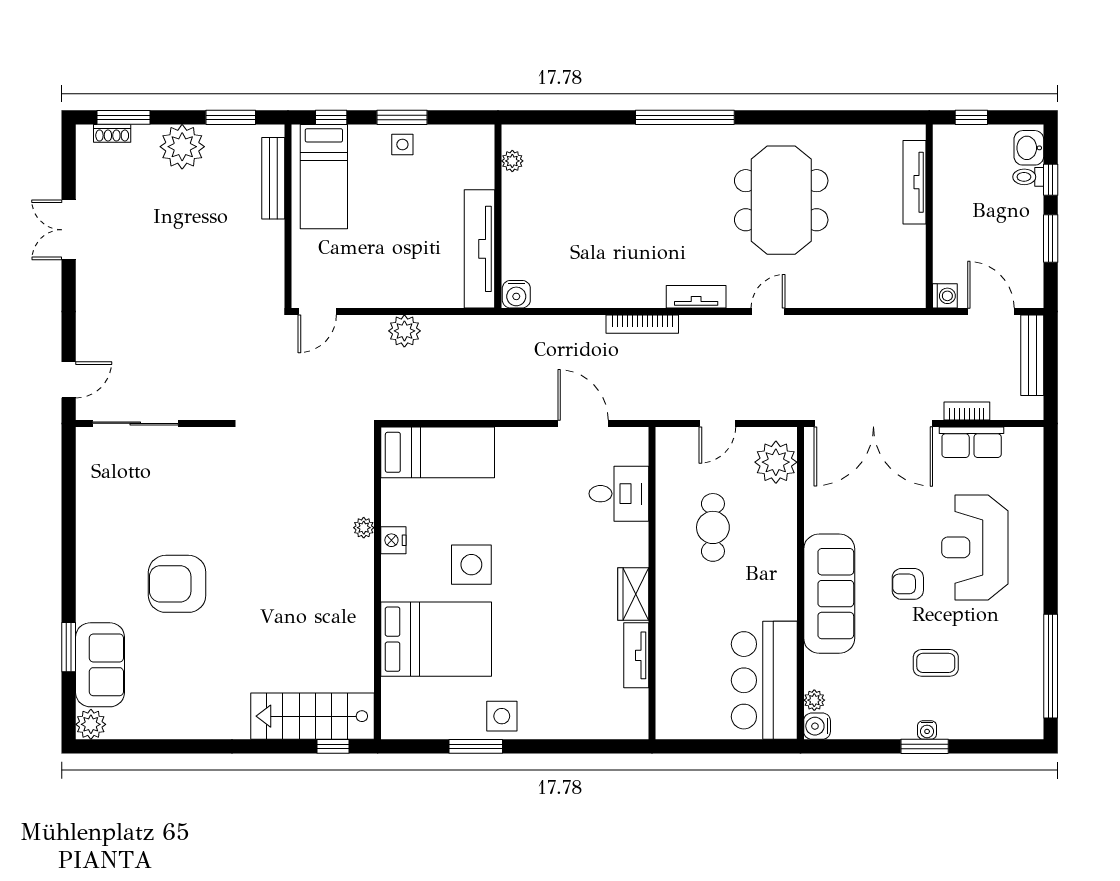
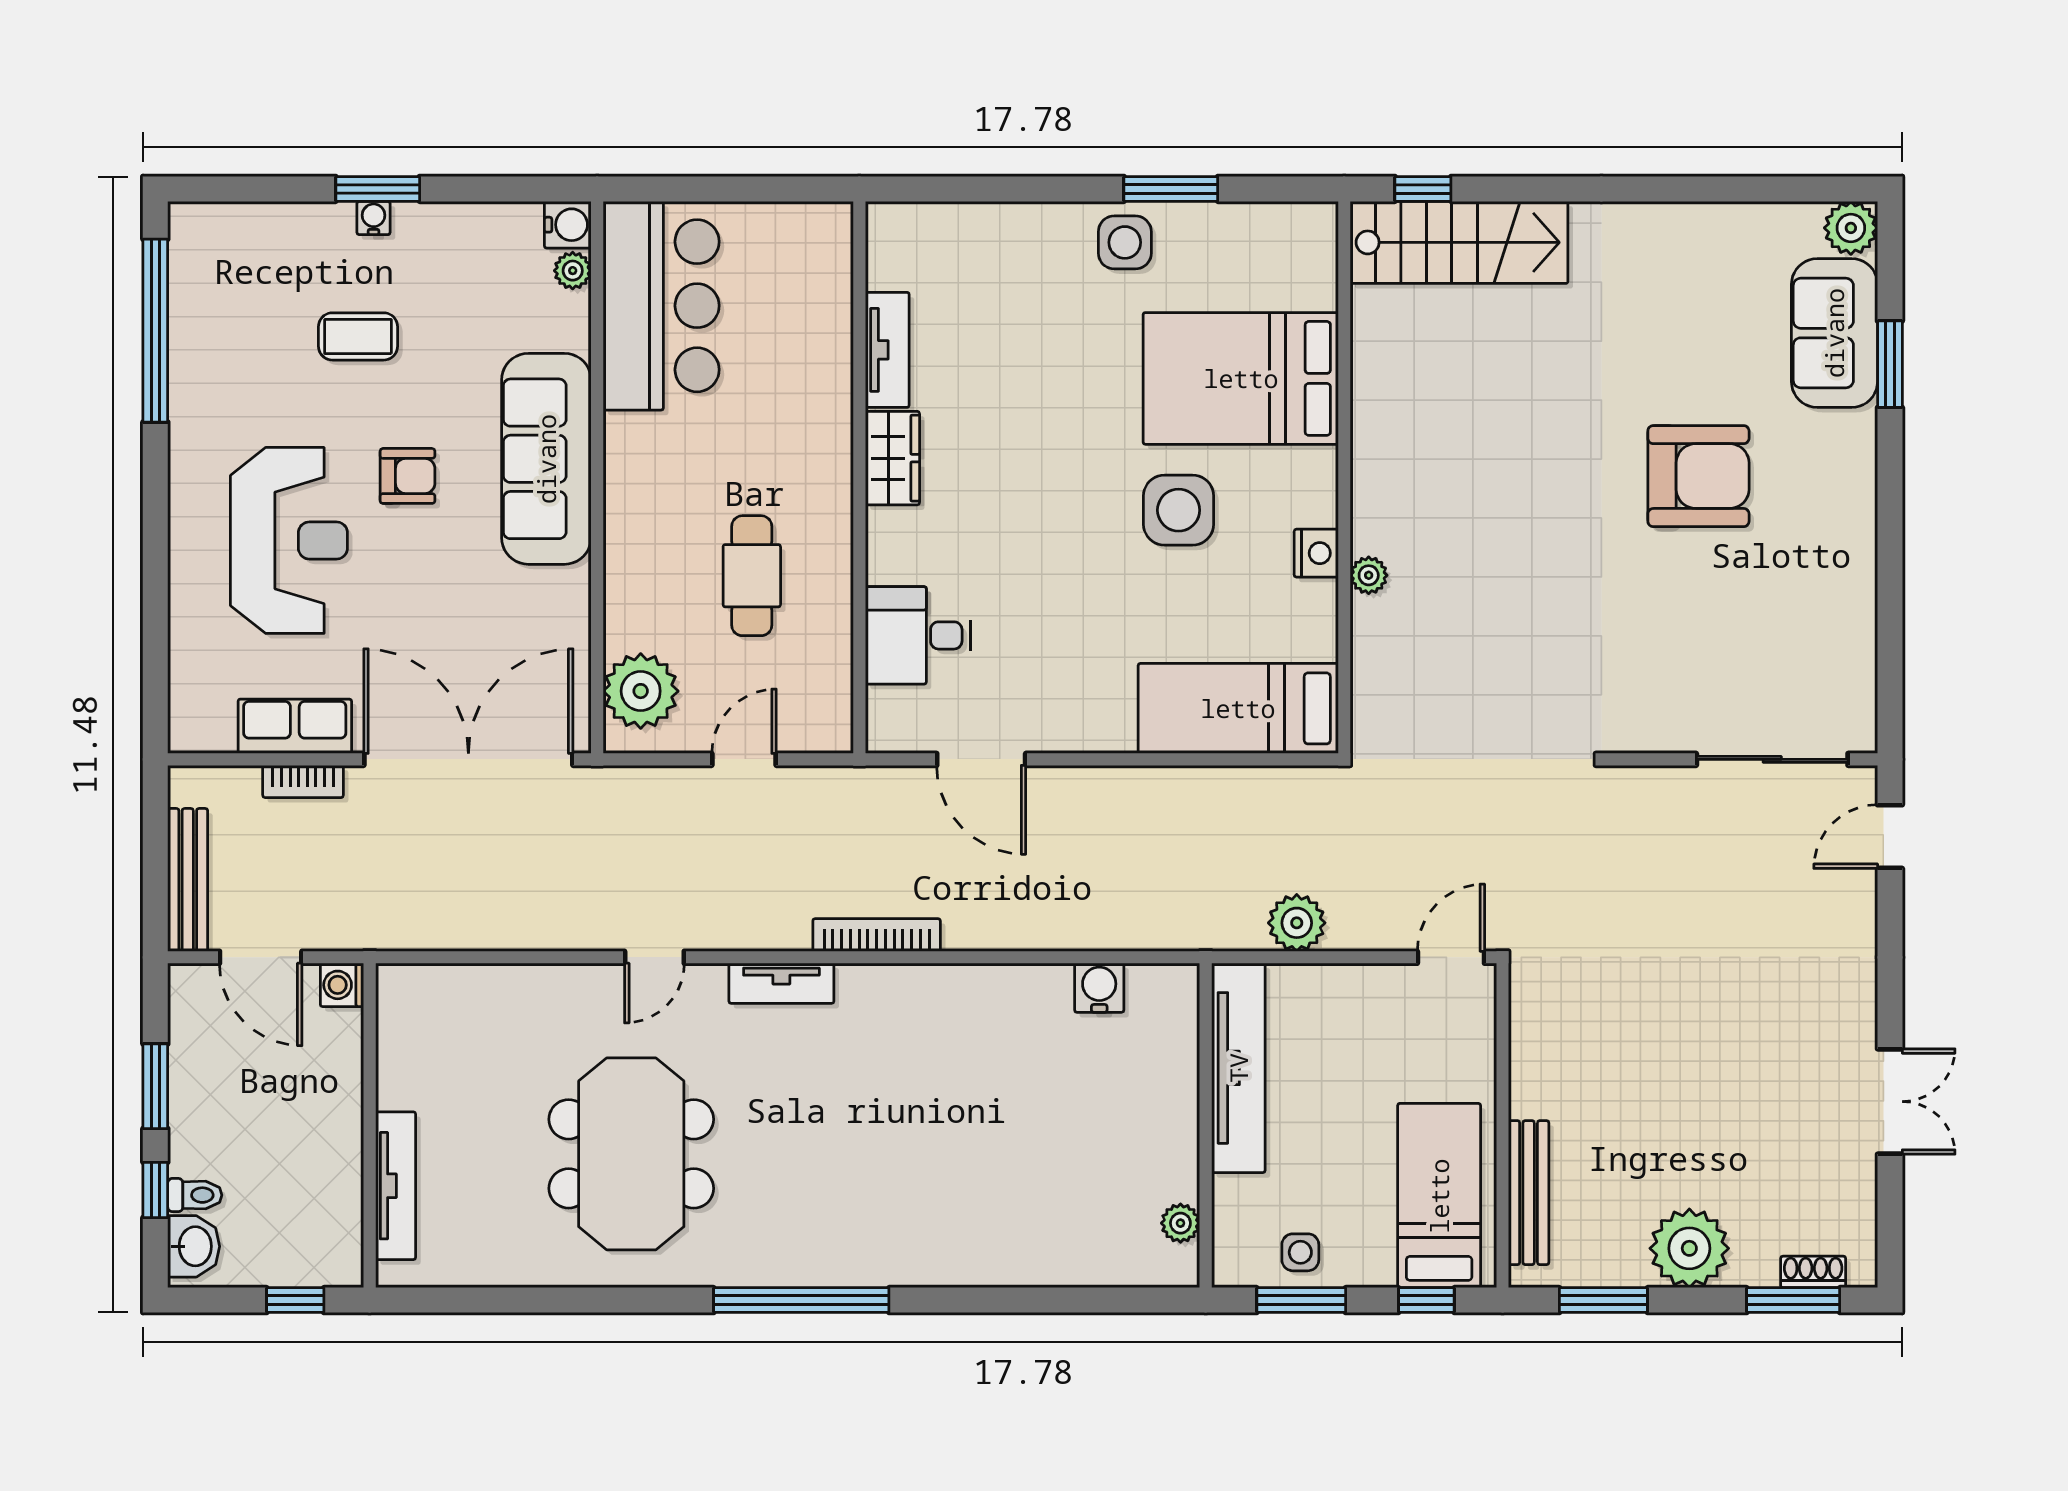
plant: (512, 161) -> (1180, 1223), moved
wall: (498, 216) -> (1206, 1125), moved
tv unit: (479, 249) -> (1238, 1068), moved

